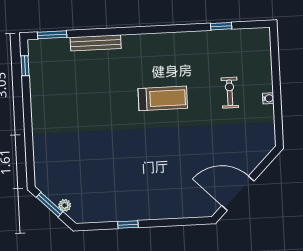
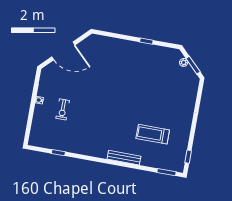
bench: (96, 43) -> (124, 158), moved
treadmill: (163, 98) -> (153, 134), moved
door: (238, 193) -> (63, 51), moved

